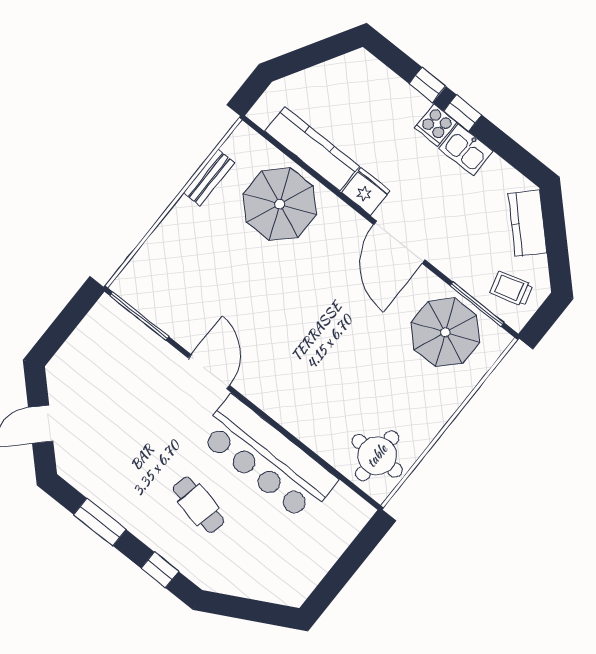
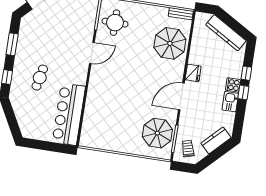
kitchen counter: (312, 149) -> (226, 33), moved, turned 120
bench: (209, 178) -> (181, 14), moved
round table: (377, 456) -> (115, 23), moved
bar counter: (268, 458) -> (69, 114), moved

